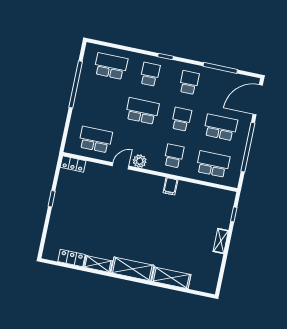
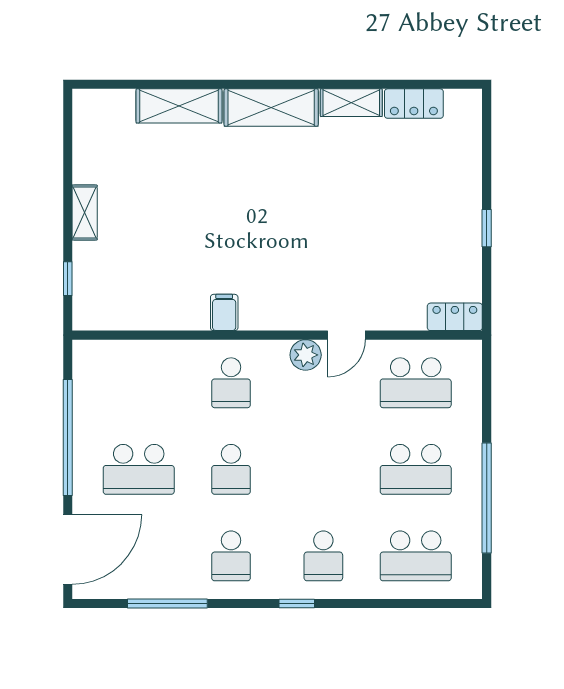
school desk: (142, 111) -> (416, 469), moved
school desk: (213, 164) -> (139, 383), removed

